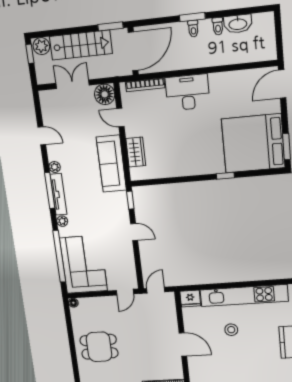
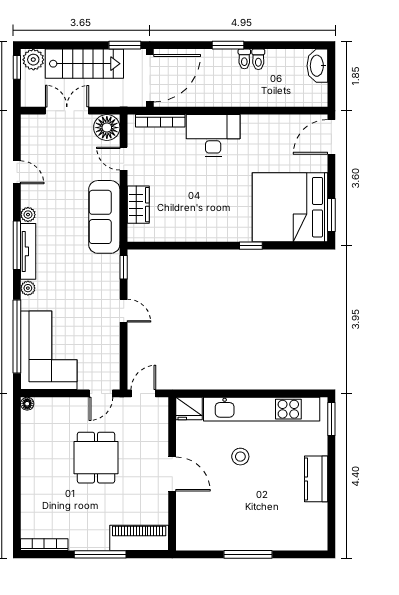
washbasin: (238, 24) -> (317, 66), moved, turned 90
toilet: (193, 29) -> (244, 59), moved
dining table: (99, 347) -> (96, 458), moved, turned 90

